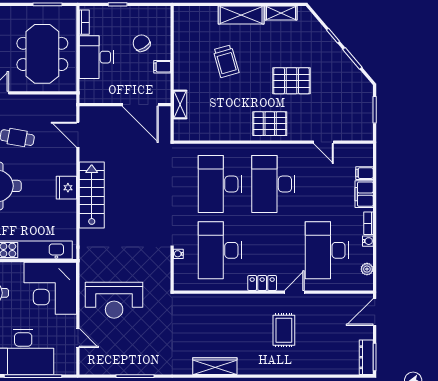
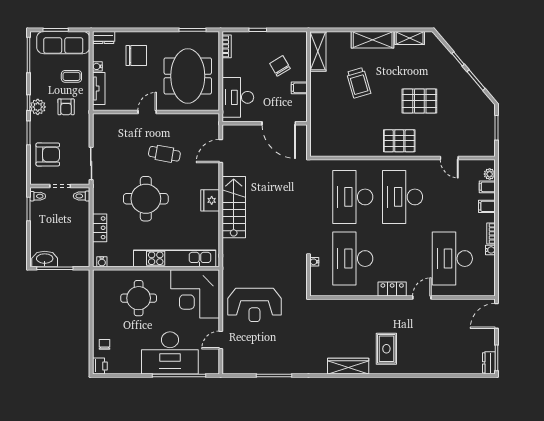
desk: (96, 57) -> (238, 97), moved
shelving: (180, 104) -> (318, 51), moved, width x1.50, depth x1.33
door: (78, 135) -> (221, 151), hinge flipped
filing cabinet: (364, 194) -> (487, 206), width x0.50
plant: (367, 269) -> (490, 174), moved
rug: (284, 330) -> (386, 349), moved
door: (78, 338) -> (221, 340), swing flipped
dresser: (366, 357) -> (489, 363), width x0.70

